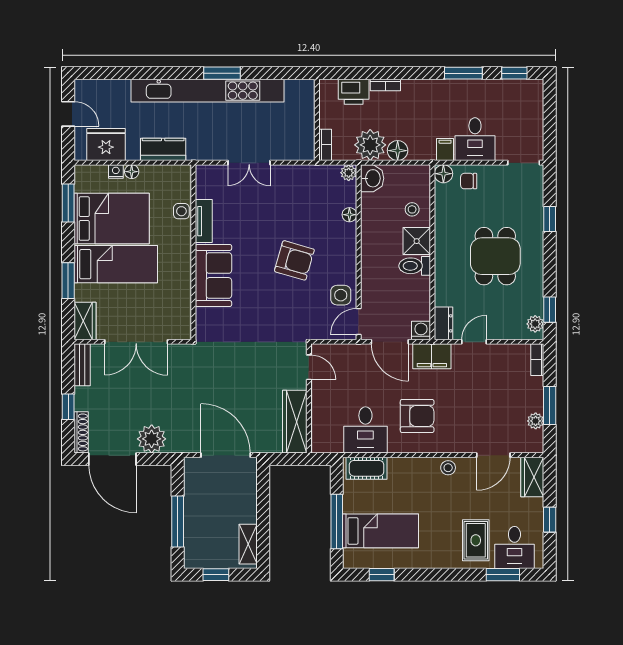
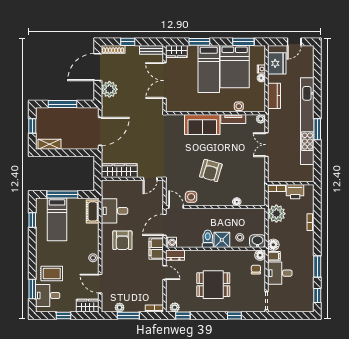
printer: (354, 92) -> (295, 192), moved, turned -90
floor lamp: (398, 151) -> (273, 245), moved
plant: (349, 173) -> (261, 119), moved
washbasin: (372, 178) -> (257, 241), moved, turned 180

